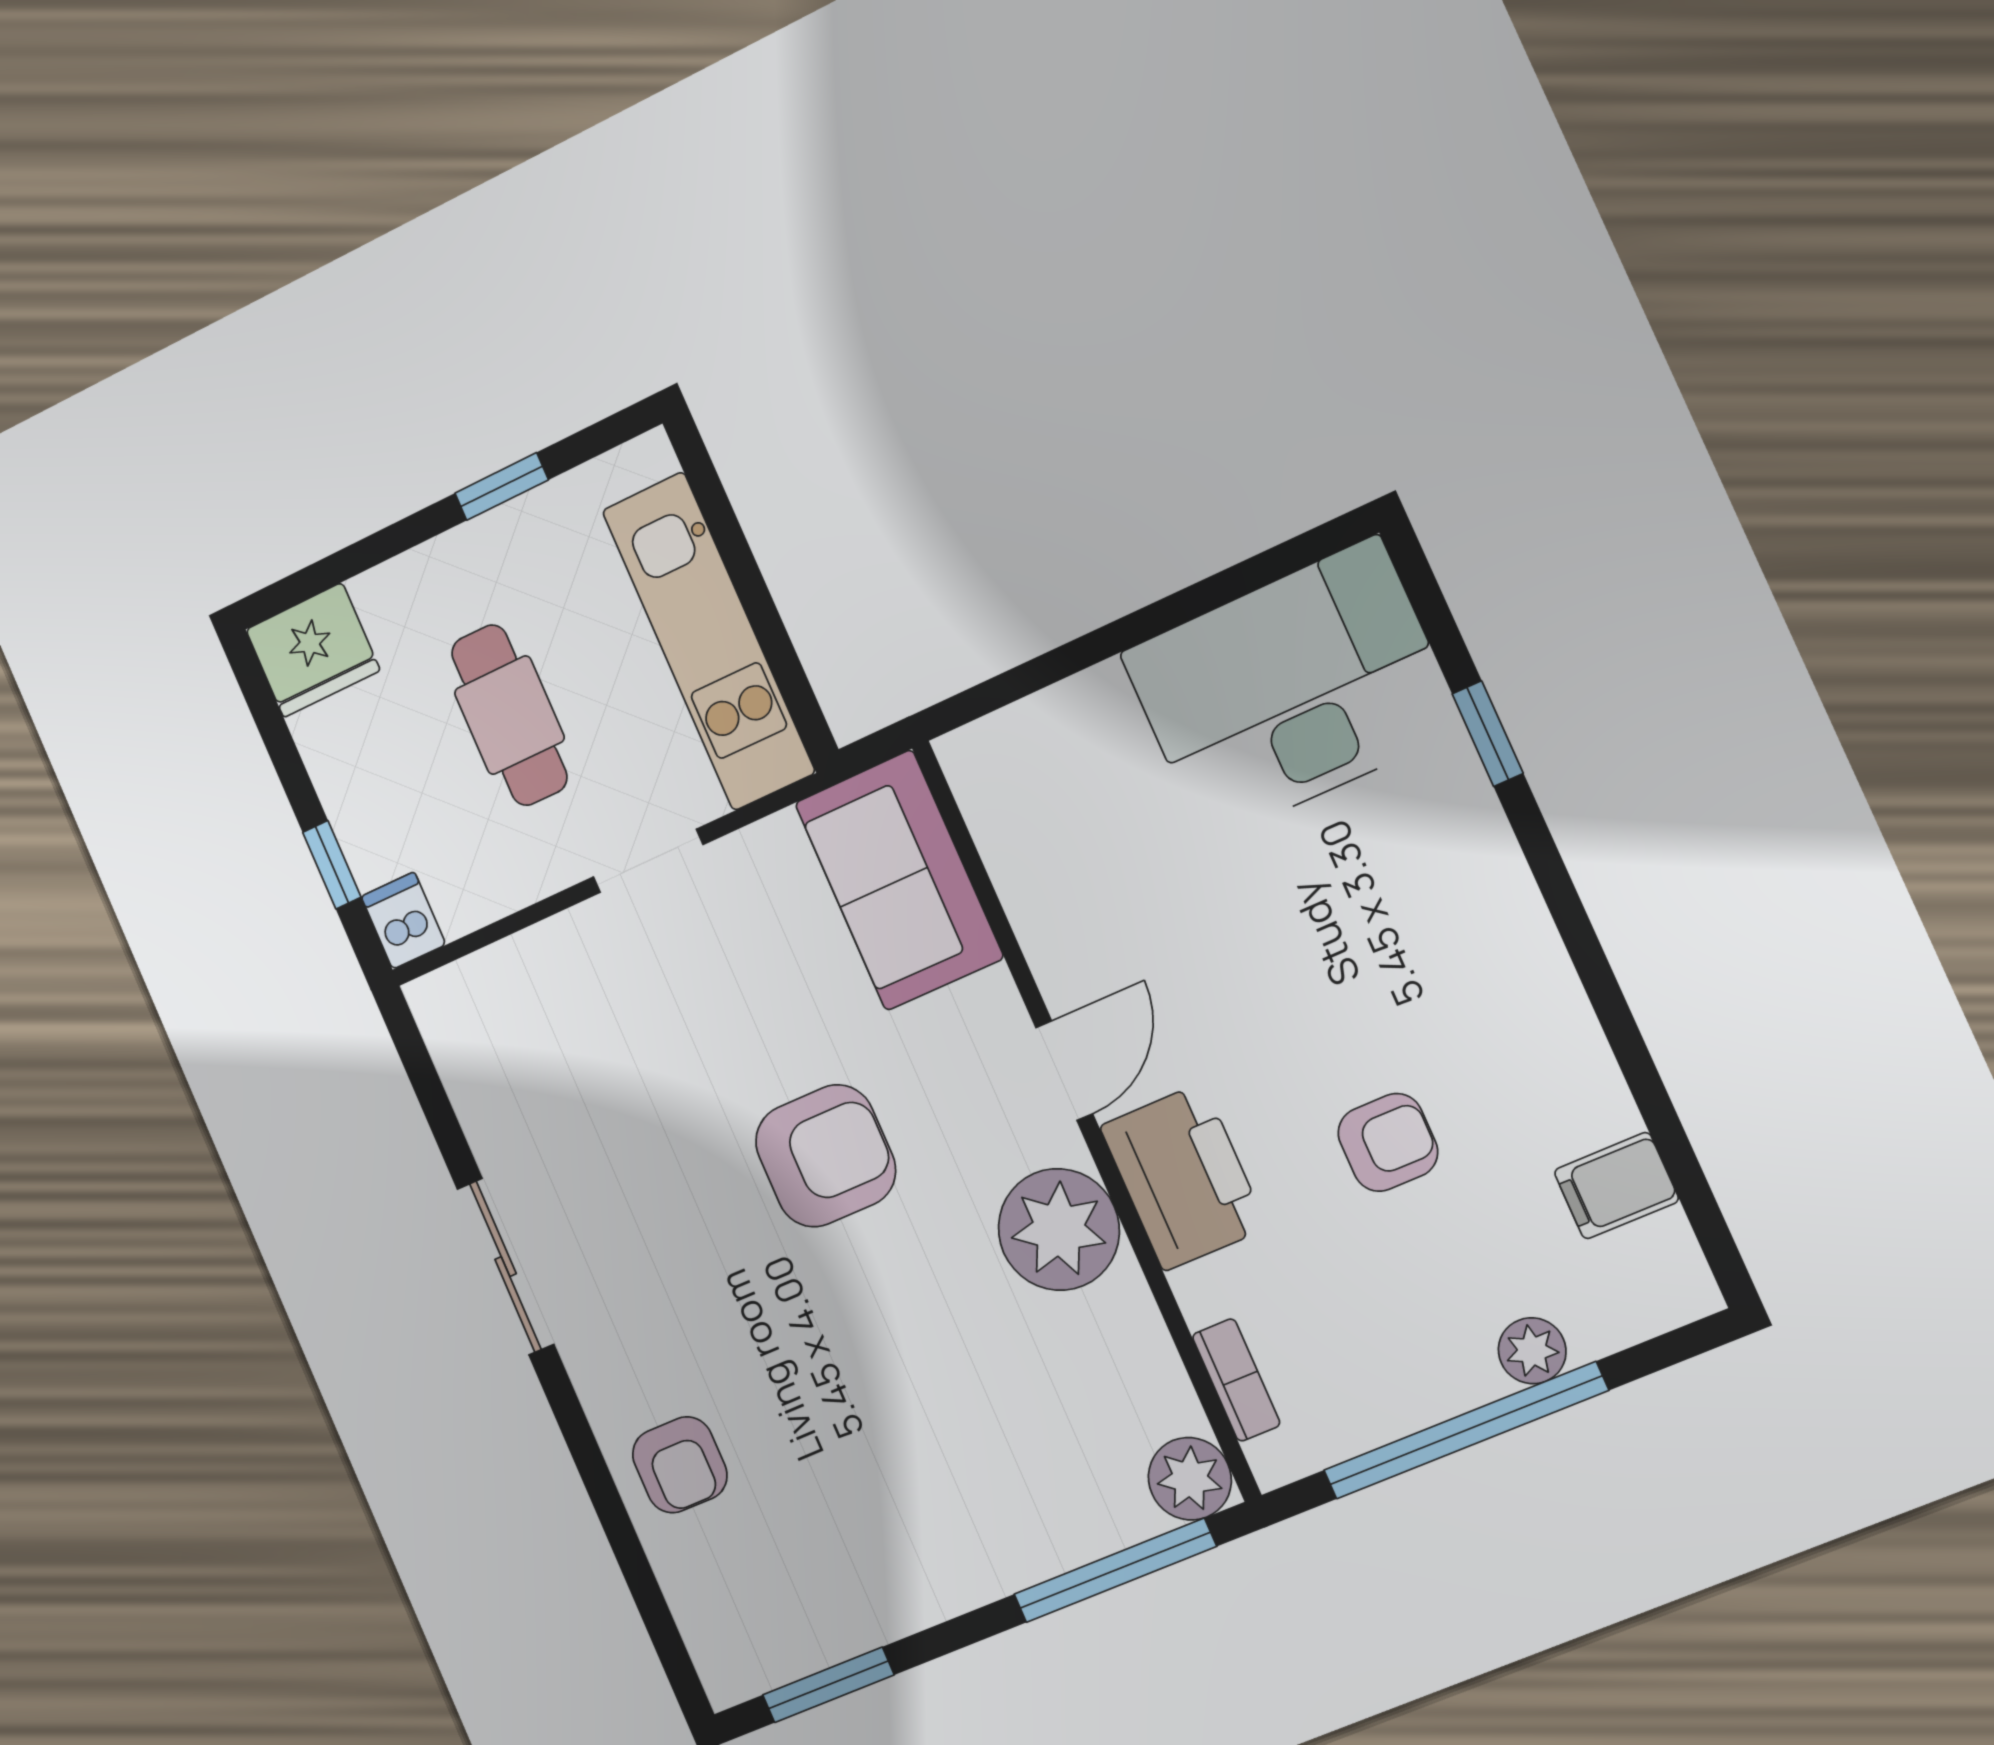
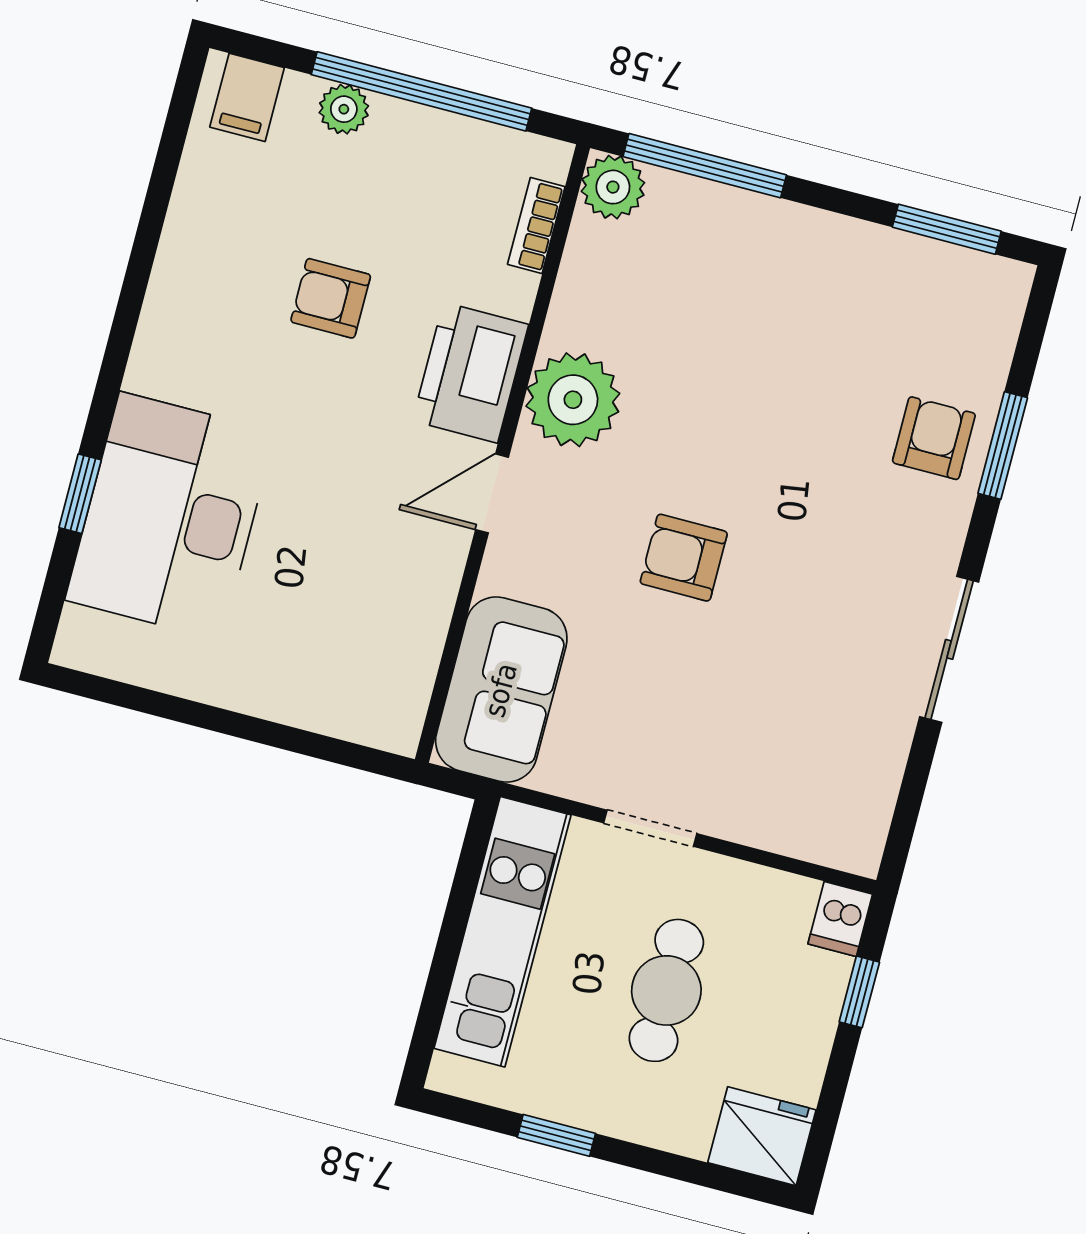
desk: (1291, 690) -> (170, 516), moved, turned 90
armchair: (826, 1156) -> (684, 558), width x0.72, depth x0.72
filing cabinet: (1616, 1186) -> (247, 97), moved, turned 90
window: (610, 1508) -> (1003, 446), added

